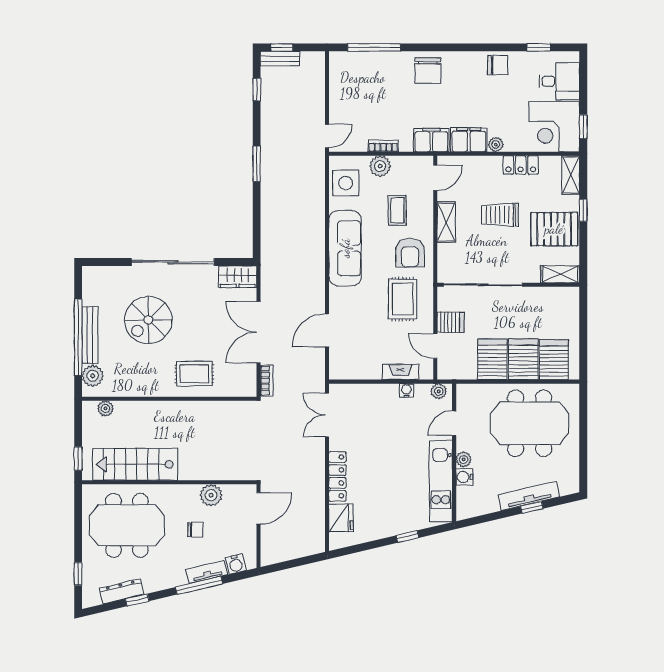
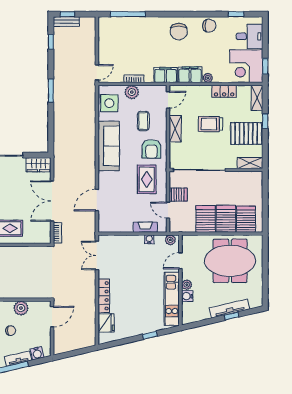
chair: (428, 70) -> (179, 32), moved

